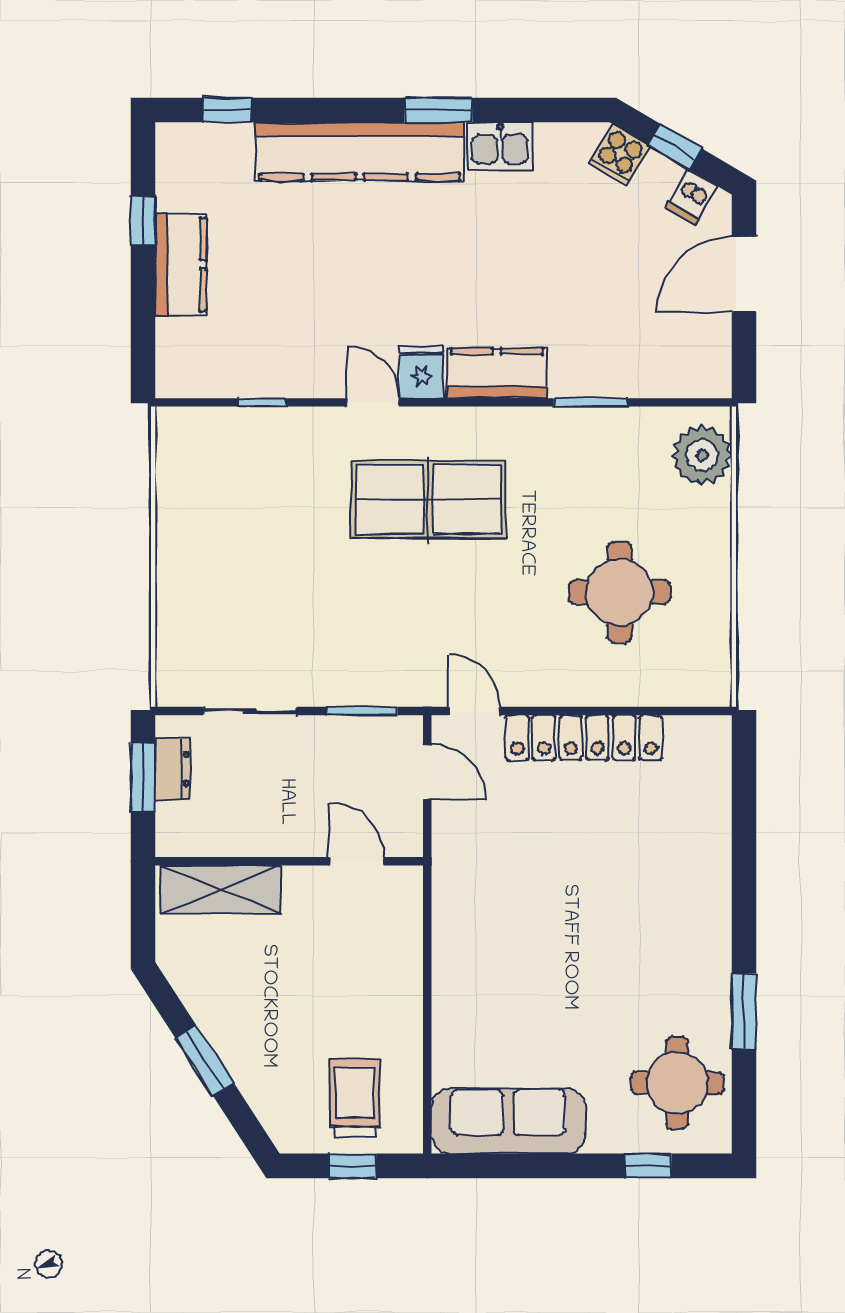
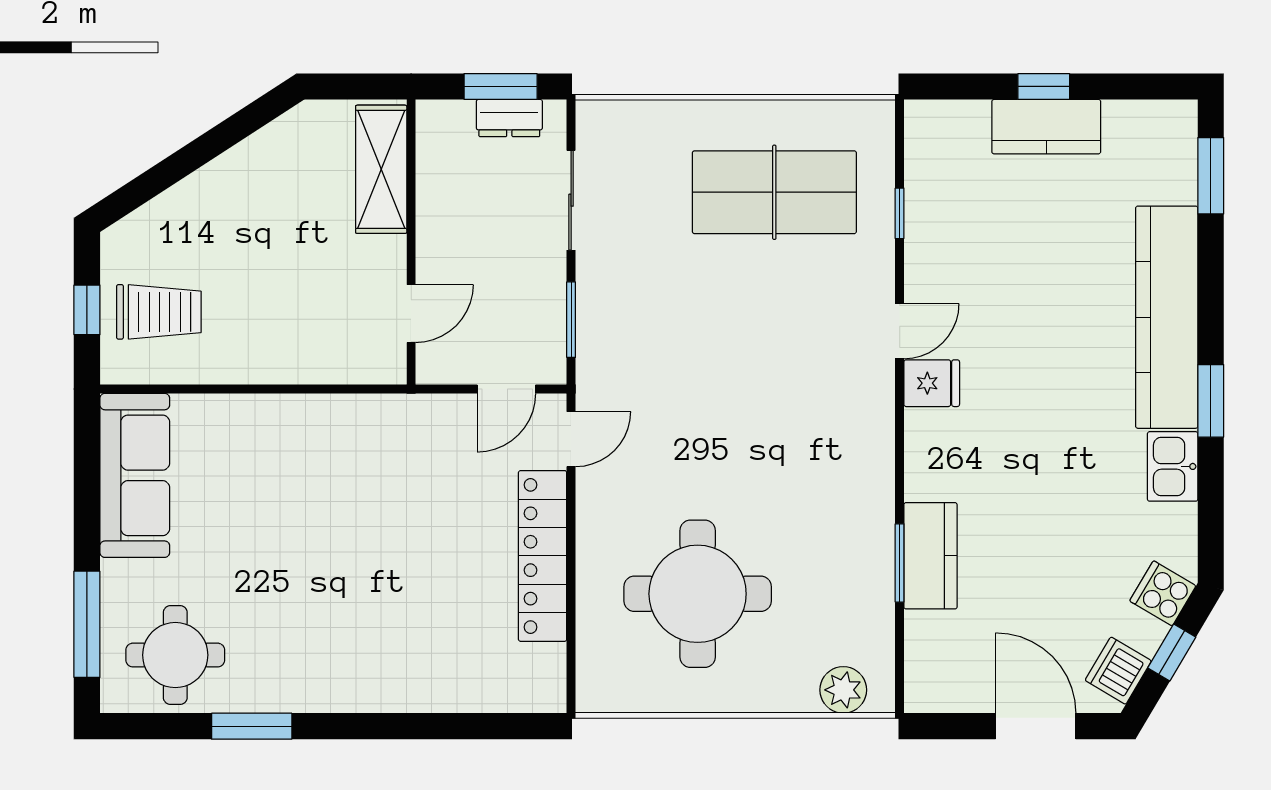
window: (227, 110) -> (1211, 176), width x1.50
dishwasher: (692, 197) -> (1118, 671), width x1.38
window: (143, 221) -> (1044, 86), moved
kitchen counter: (497, 373) -> (930, 556), moved
plant: (702, 455) -> (843, 690), width x0.73, depth x0.73
table tennis table: (428, 499) -> (774, 192), moved, turned 90
round table: (620, 592) -> (698, 594), width x1.36, depth x1.36
window: (205, 1060) -> (199, 152), removed
window: (648, 1166) -> (87, 624), width x2.17

